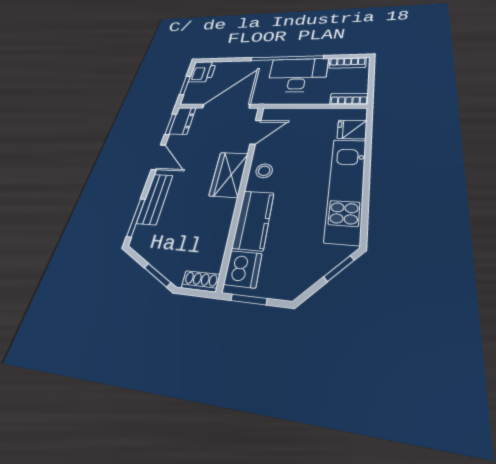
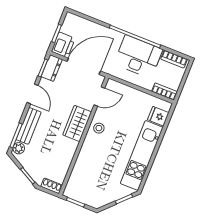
printer: (202, 72) -> (63, 45), moved
kitchen counter: (253, 220) -> (86, 159), removed
plant: (141, 235) -> (19, 148), added
dishwasher: (243, 269) -> (75, 185), removed

